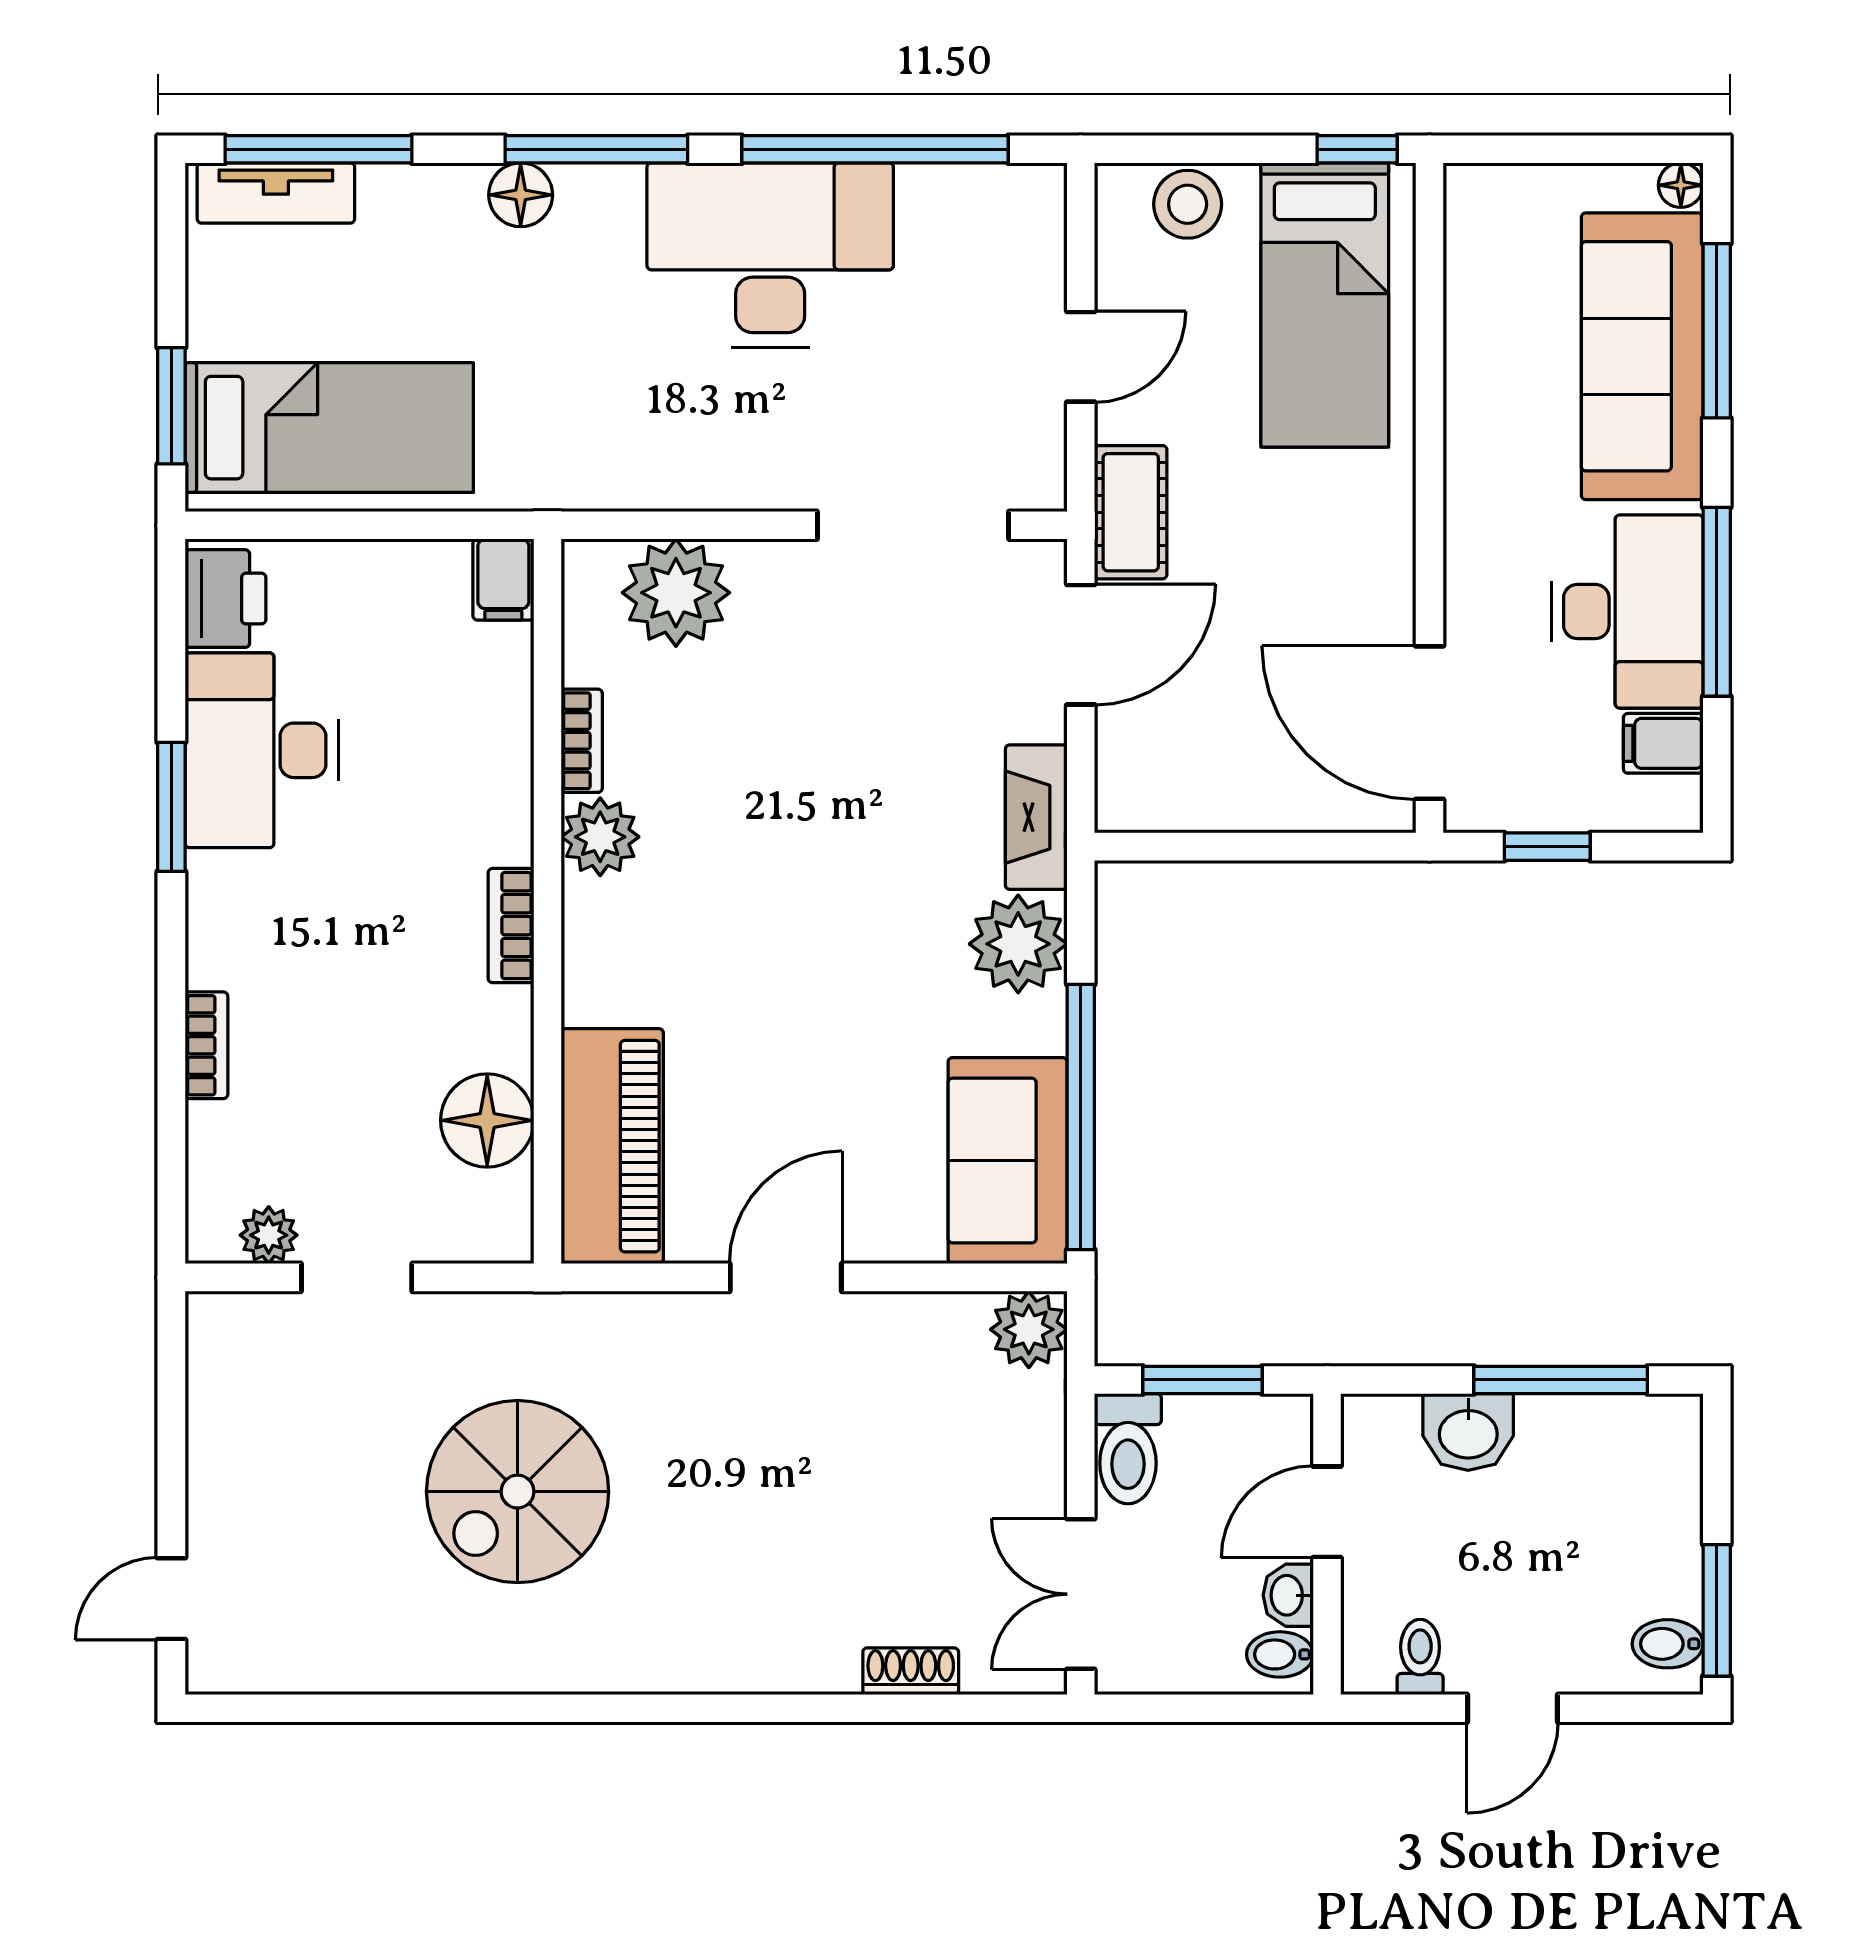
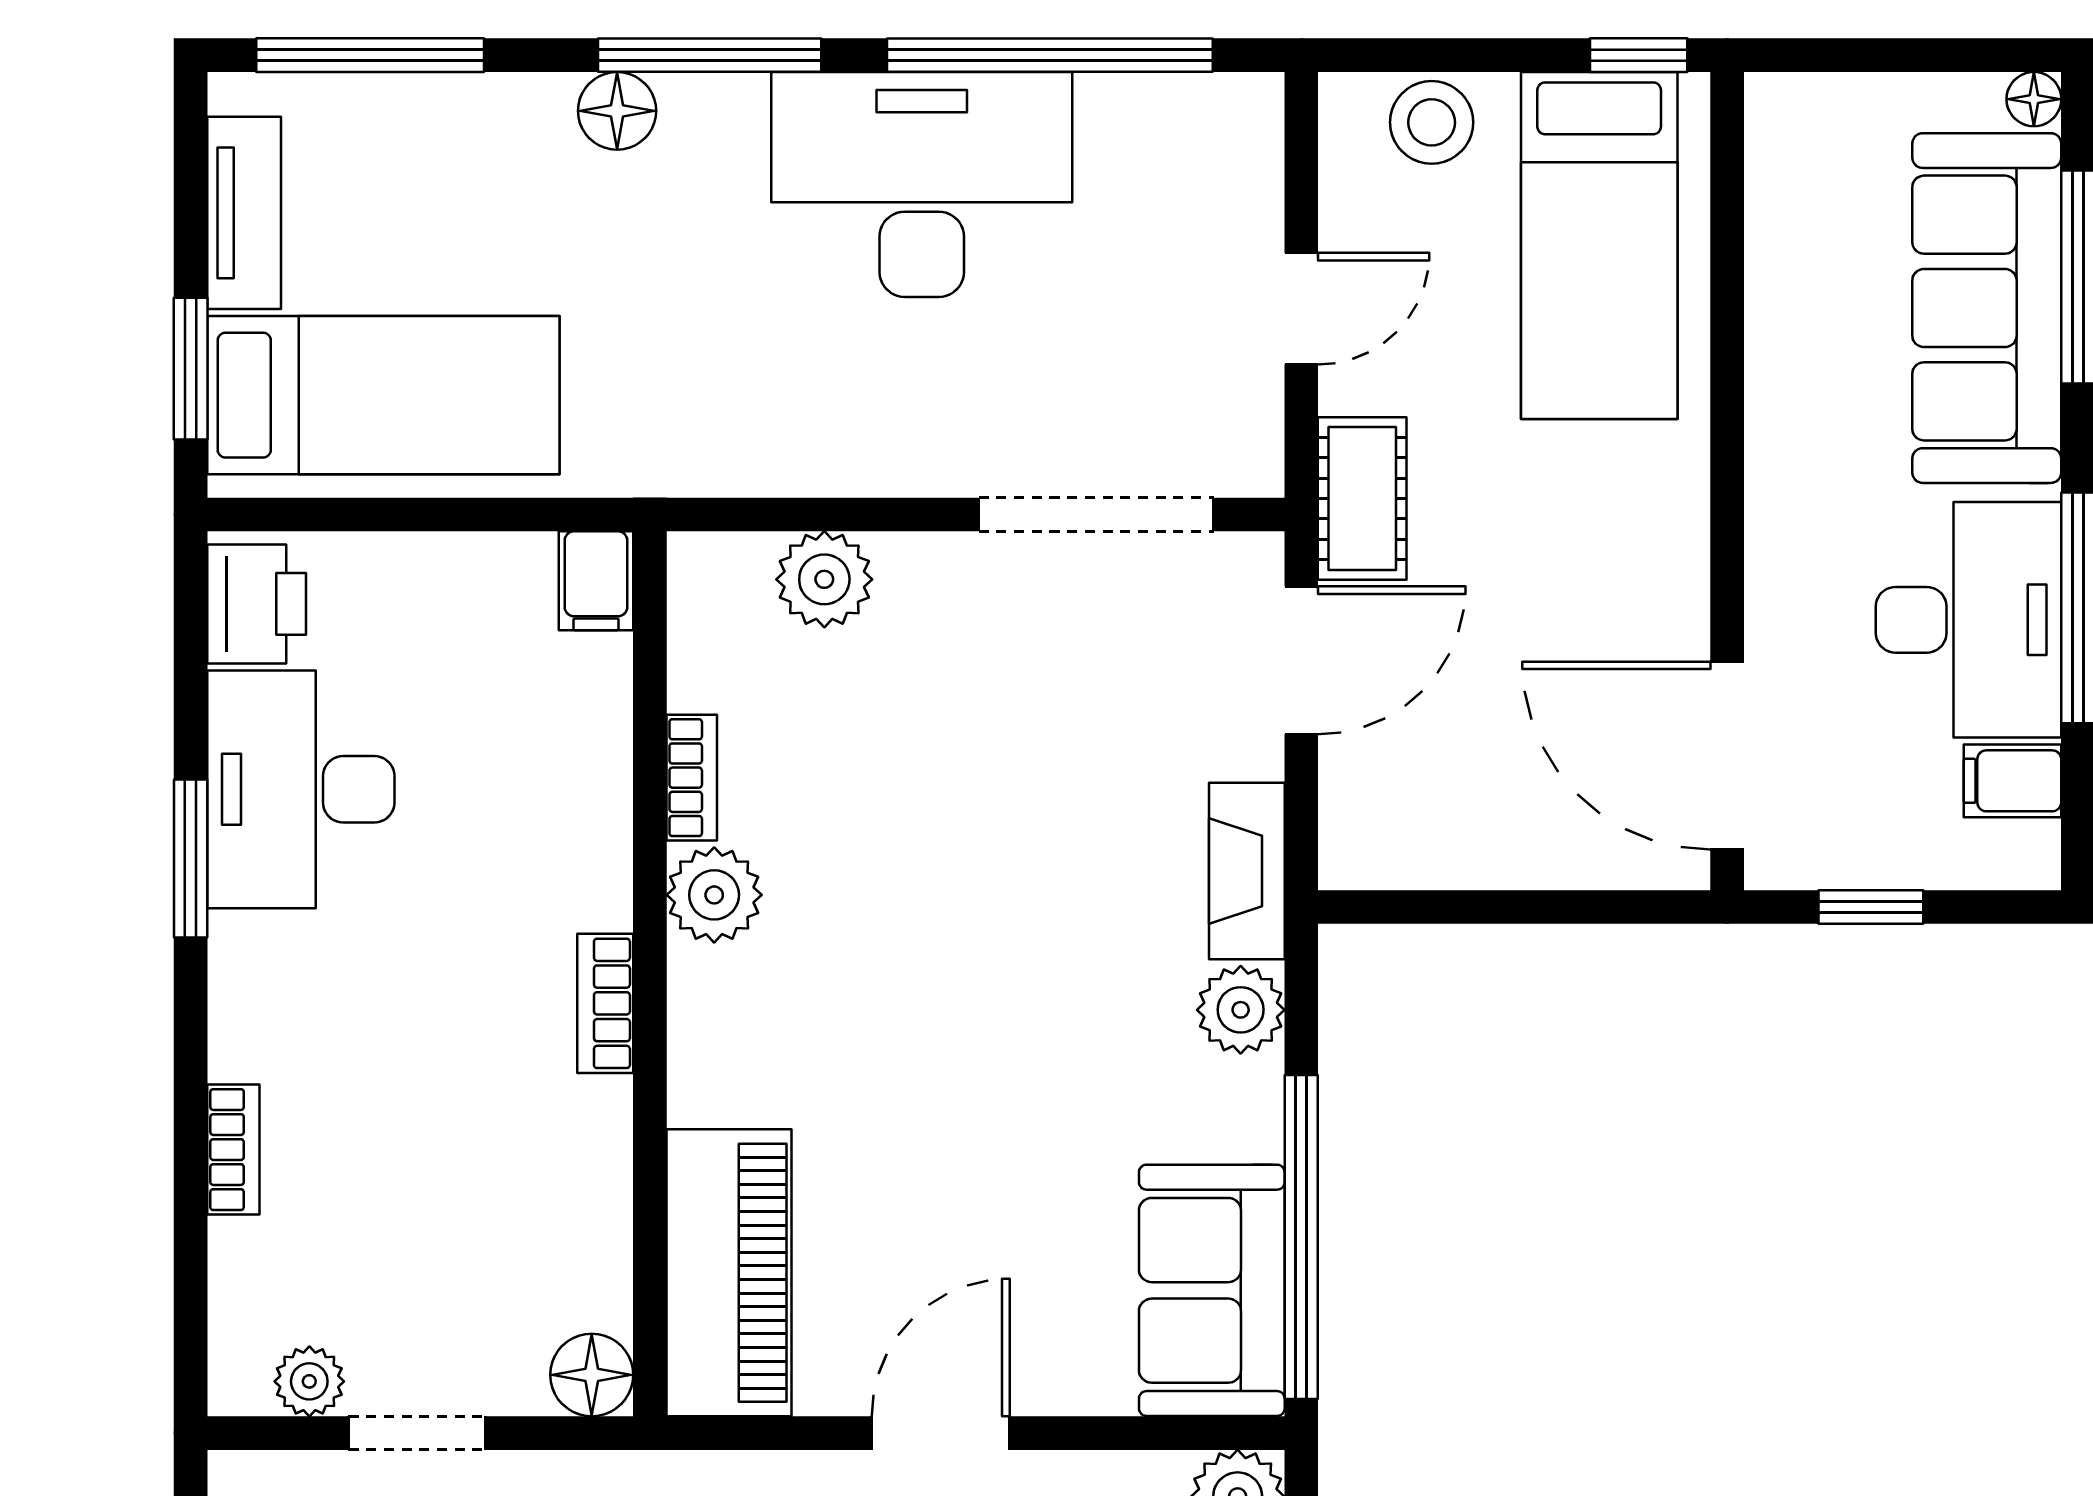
tv unit: (276, 193) -> (244, 213), moved, turned -90
plant: (676, 593) -> (824, 579), width x0.73, depth x0.73
plant: (1018, 944) -> (1241, 1010), width x0.73, depth x0.73
floor lamp: (487, 1120) -> (592, 1375), moved, width x0.73, depth x0.73

